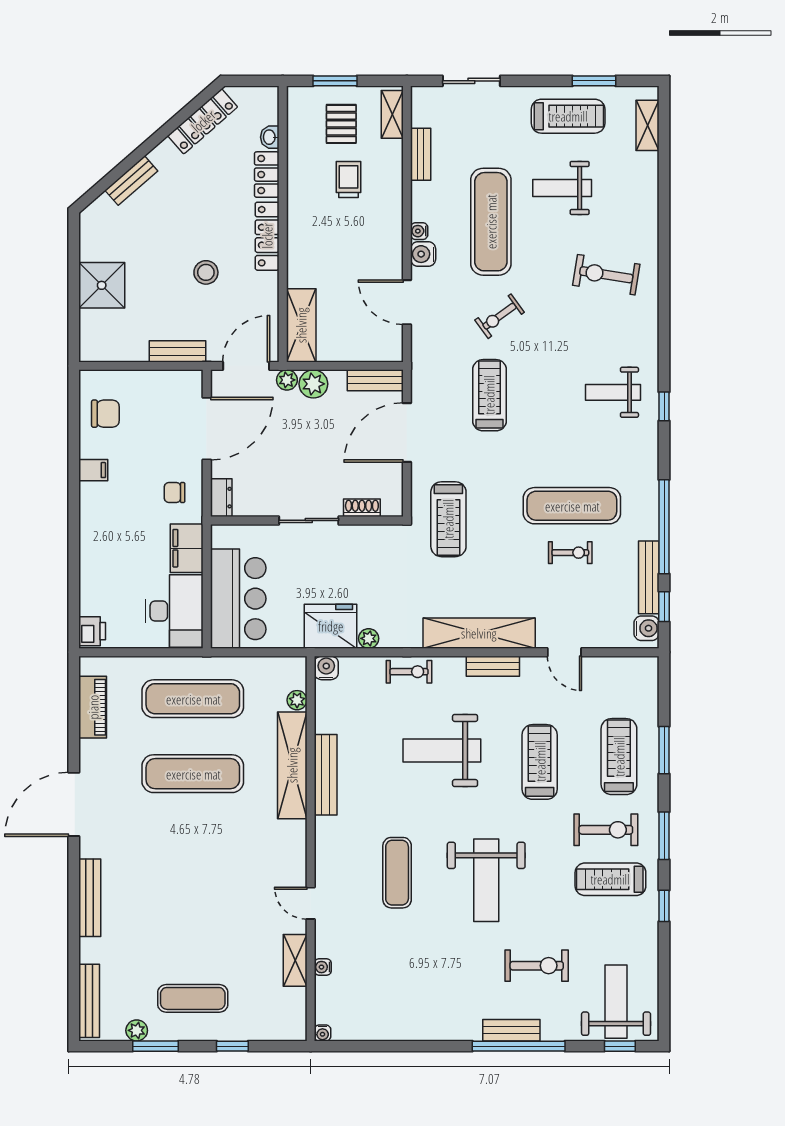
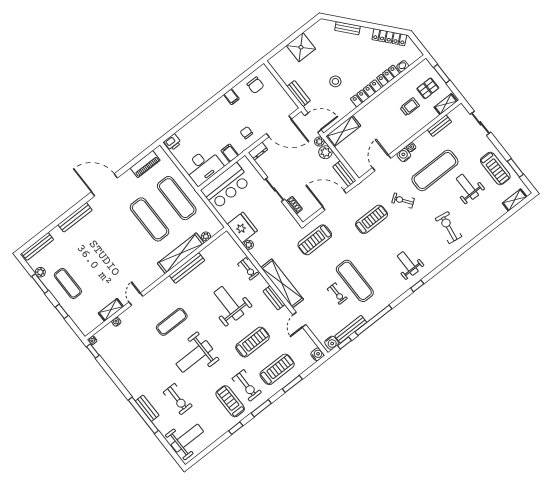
filing cabinet: (187, 548) -> (230, 153), width x0.50
water cooler: (326, 668) -> (317, 354), moved
window: (620, 1046) -> (93, 351), moved

